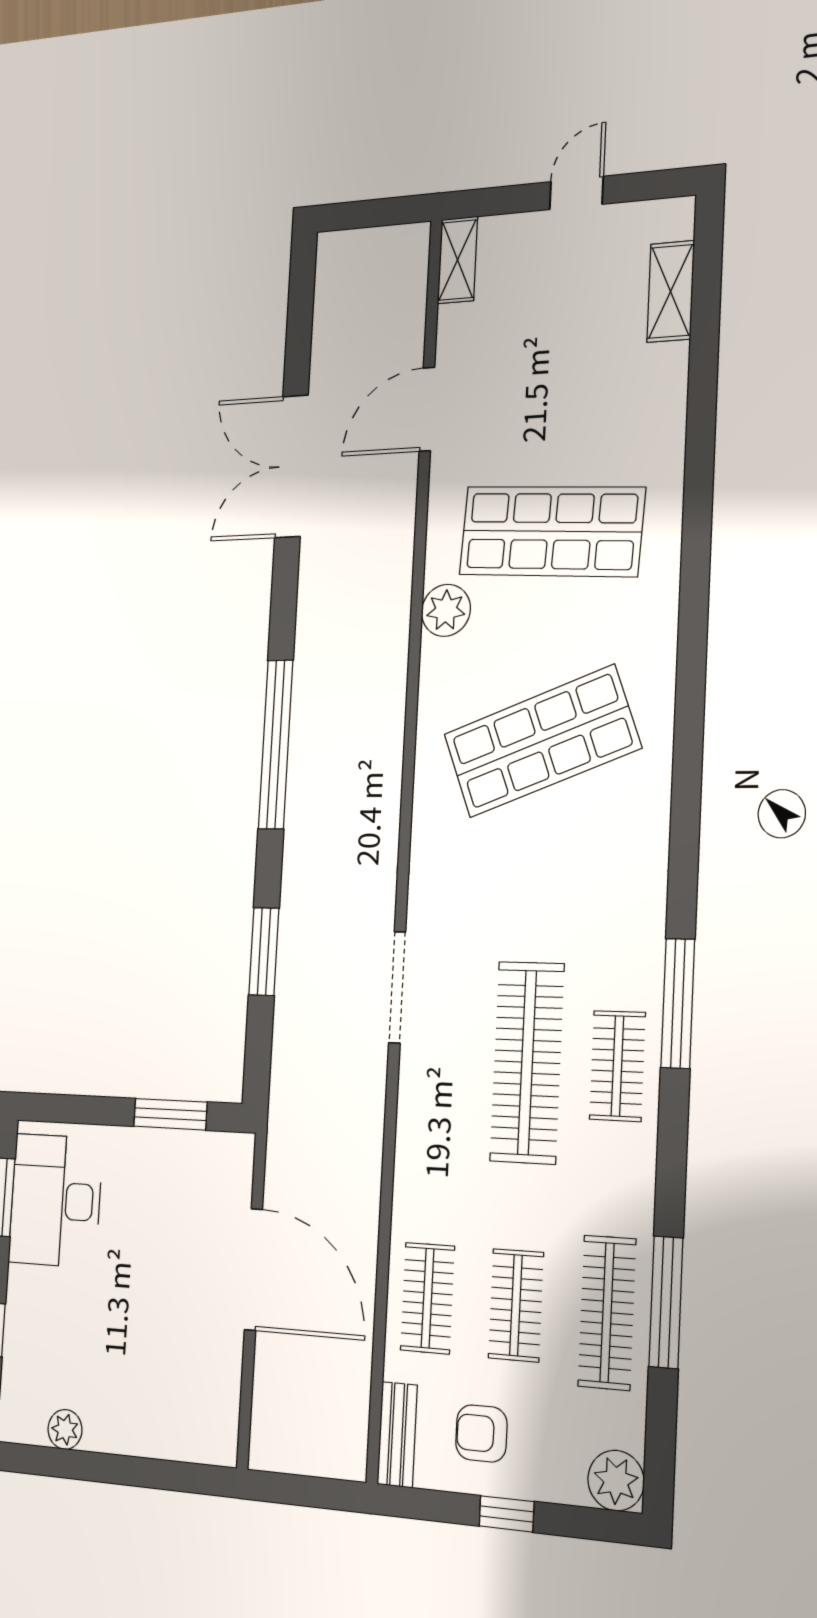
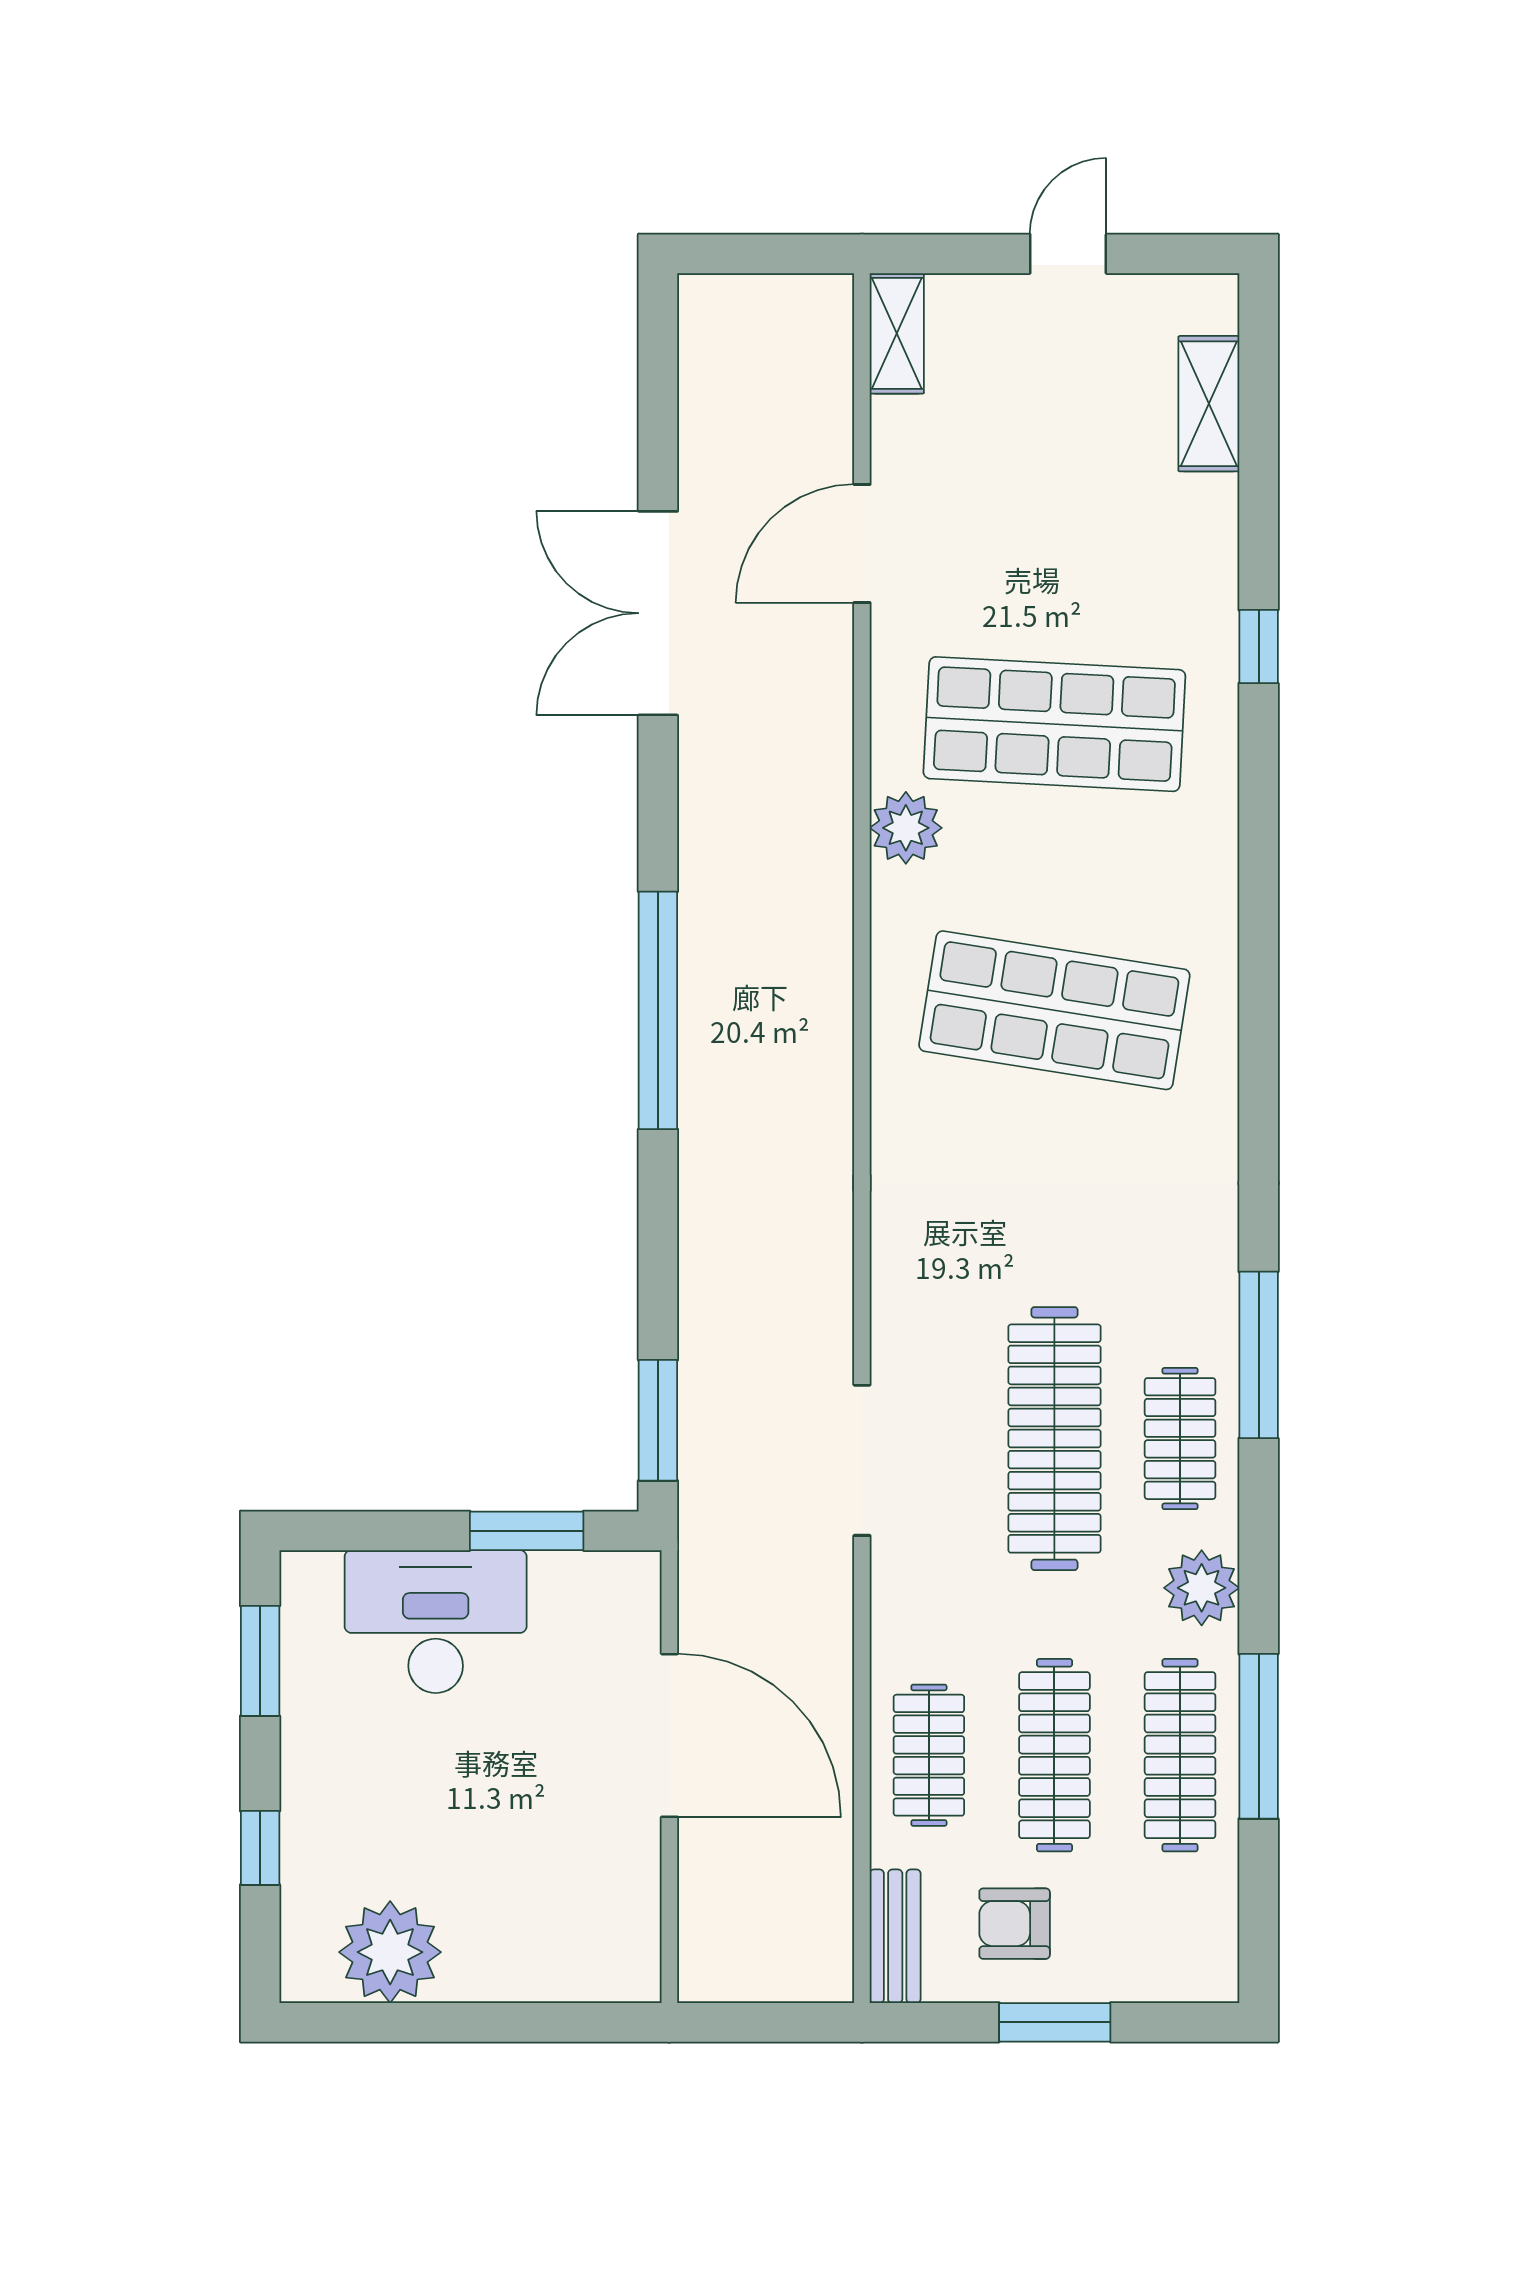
window: (699, 467) -> (1259, 647), added
shop shelf: (542, 741) -> (1054, 1010), turned 30
window: (264, 952) -> (658, 1420), moved
doorway: (397, 987) -> (862, 1460), moved
desk: (55, 1201) -> (436, 1622), moved, turned 90
clothes rail: (516, 1305) -> (1054, 1755), width x1.36
plant: (65, 1429) -> (390, 1952), width x1.88, depth x1.88
plant: (616, 1481) -> (1202, 1588), moved
window: (507, 1514) -> (1055, 2022), width x1.50

